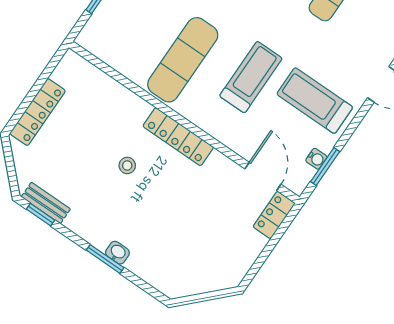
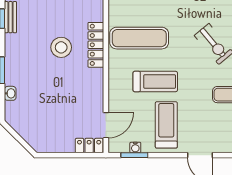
locker: (178, 137) -> (96, 45), moved
stool: (127, 166) -> (61, 47), width x1.89, depth x1.89
washbasin: (117, 253) -> (10, 93), moved

